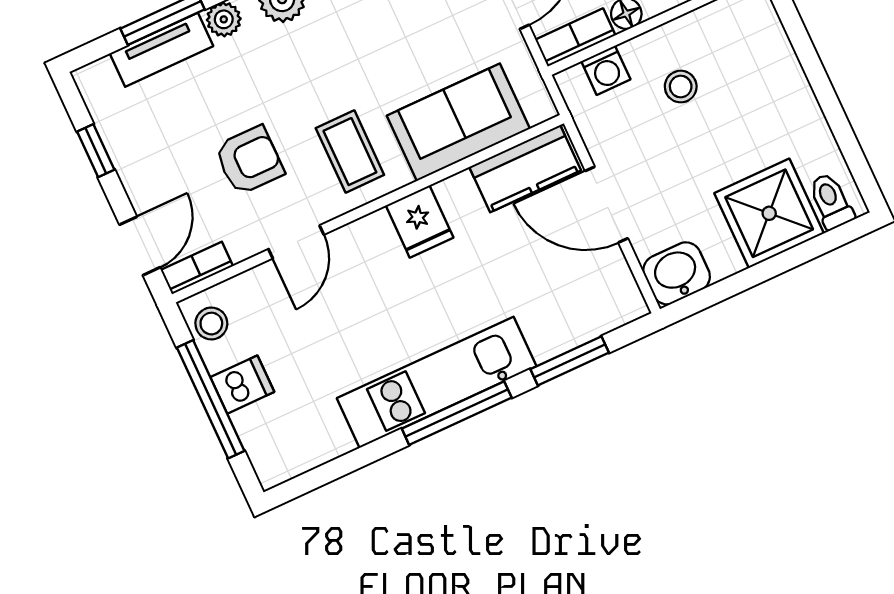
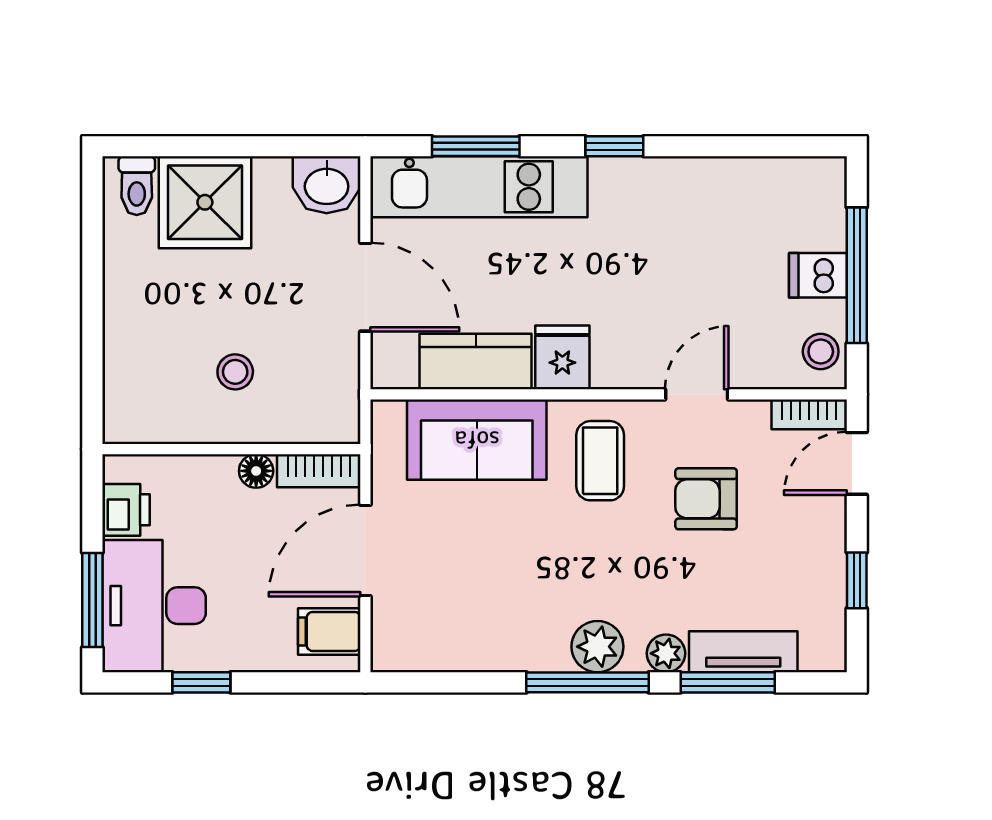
washing machine: (606, 70) -> (303, 423), removed
kitchen counter: (525, 169) -> (476, 362), moved
kitchen unit: (437, 382) -> (479, 187), moved
window: (457, 413) -> (614, 146), width x0.46

